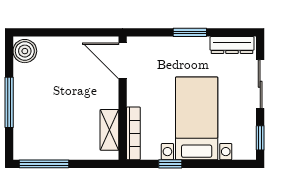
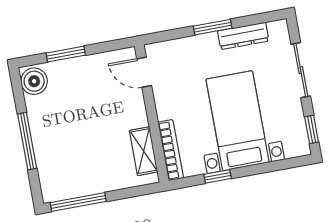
window: (57, 32) -> (66, 54), added
dresser: (232, 45) -> (243, 36), moved
door: (123, 61) -> (144, 72), width x0.73

